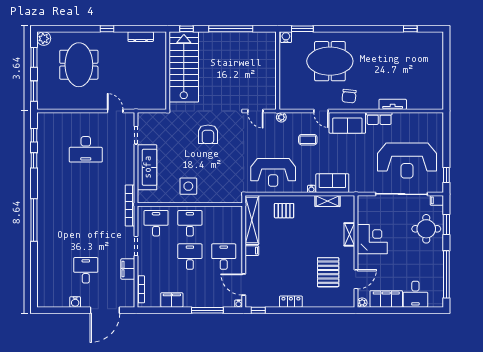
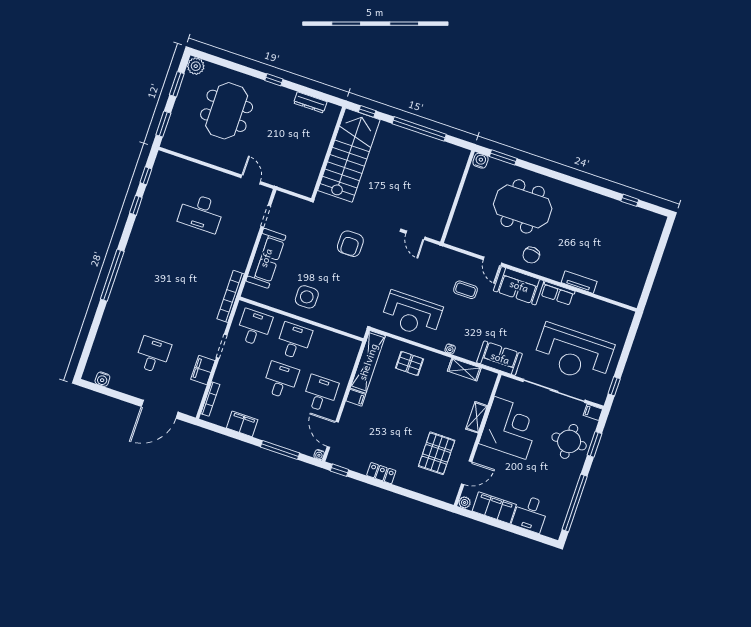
plant: (281, 117) -> (443, 253), removed
sofa: (332, 183) -> (500, 358), moved
corner desk: (372, 239) -> (510, 428), width x1.36, depth x1.36
water cooler: (75, 302) -> (102, 379), moved

